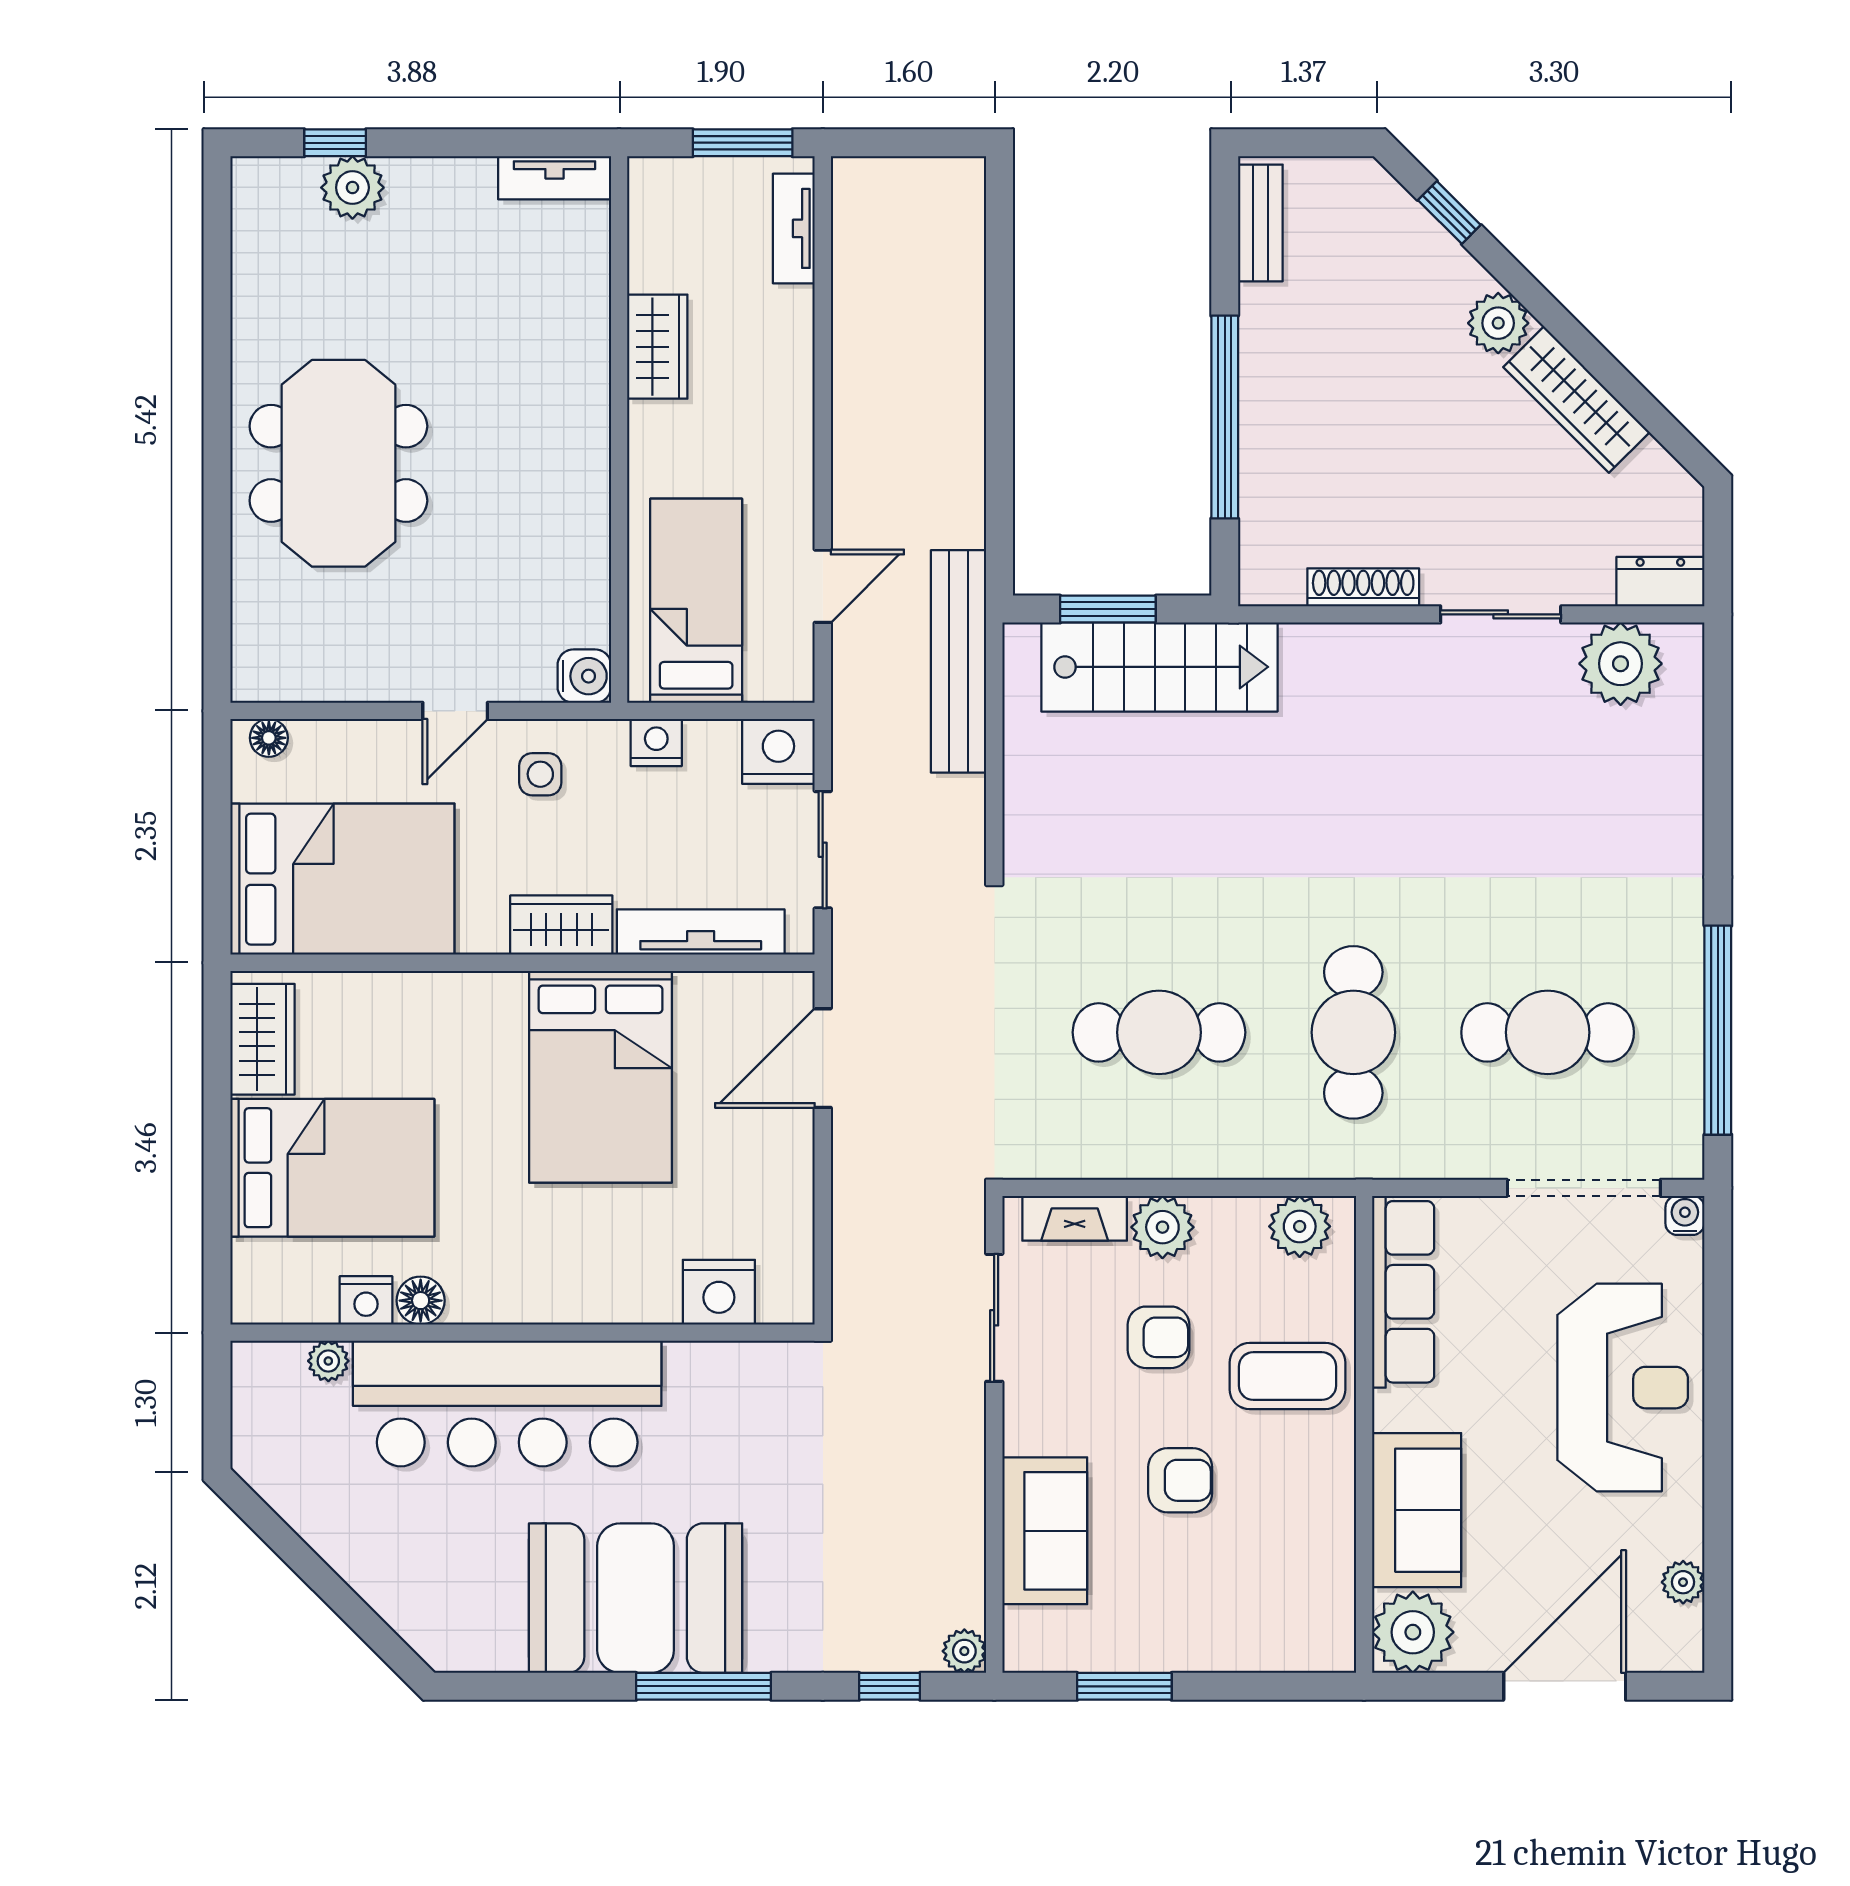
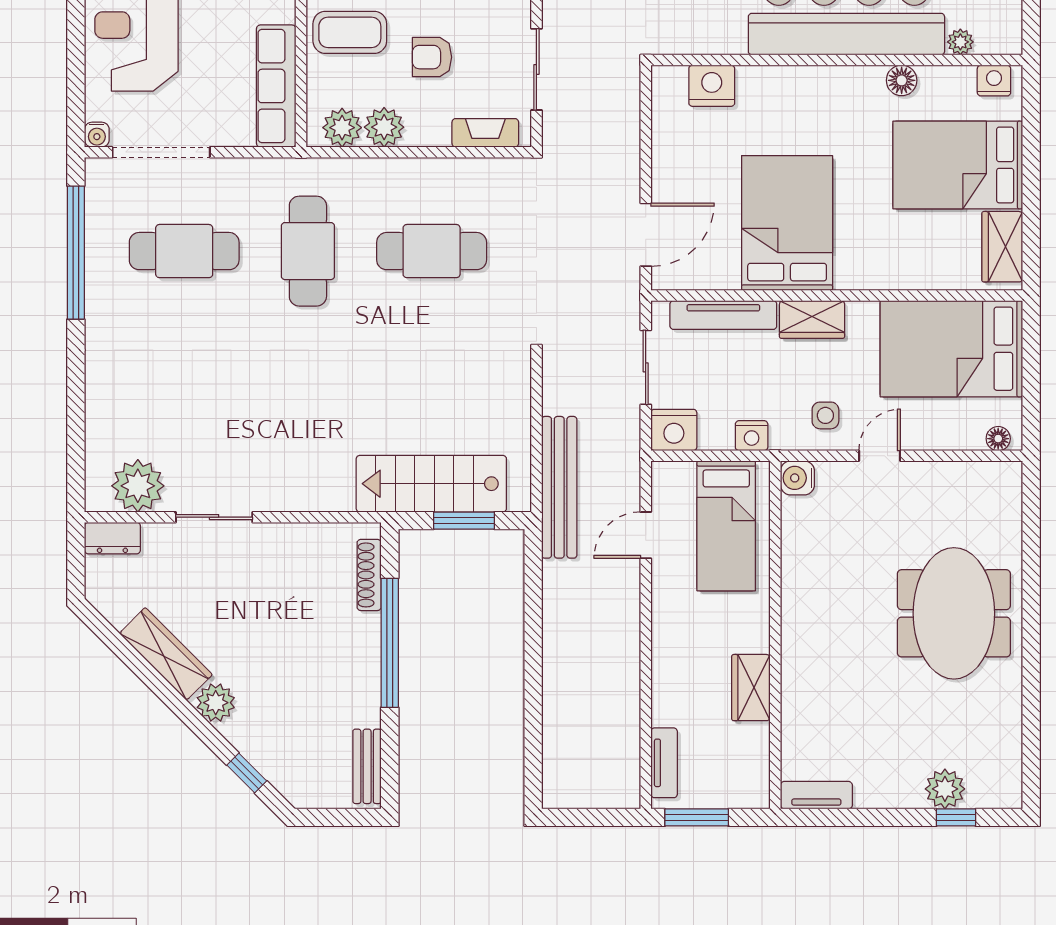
shoe rack: (1363, 587) -> (369, 575), moved, turned 90
plant: (1162, 1227) -> (384, 127), moved
nightstand: (366, 1300) -> (994, 81), moved

